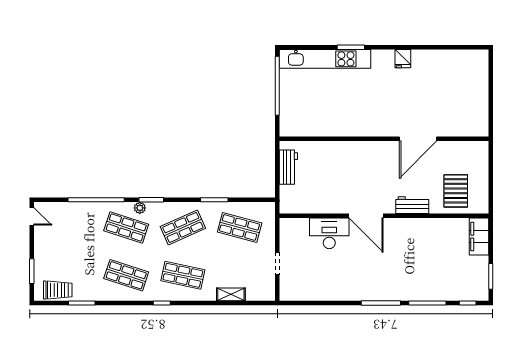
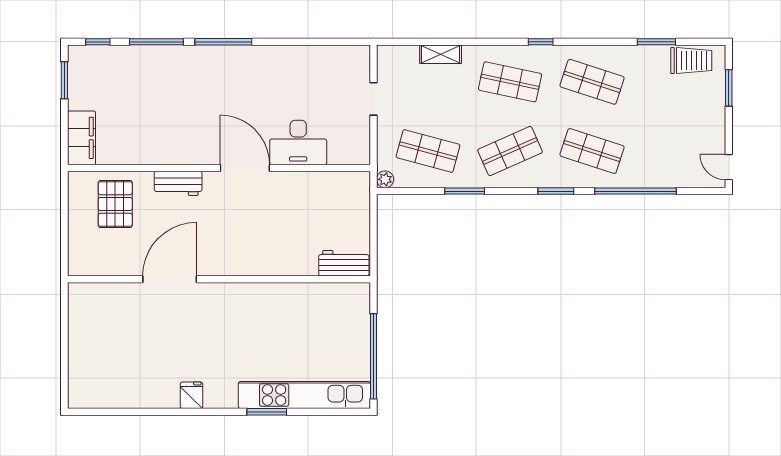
workbench: (288, 167) -> (344, 263), moved, turned 90
plant: (140, 208) -> (385, 179), moved
trolley: (58, 290) -> (691, 61), turned 180

